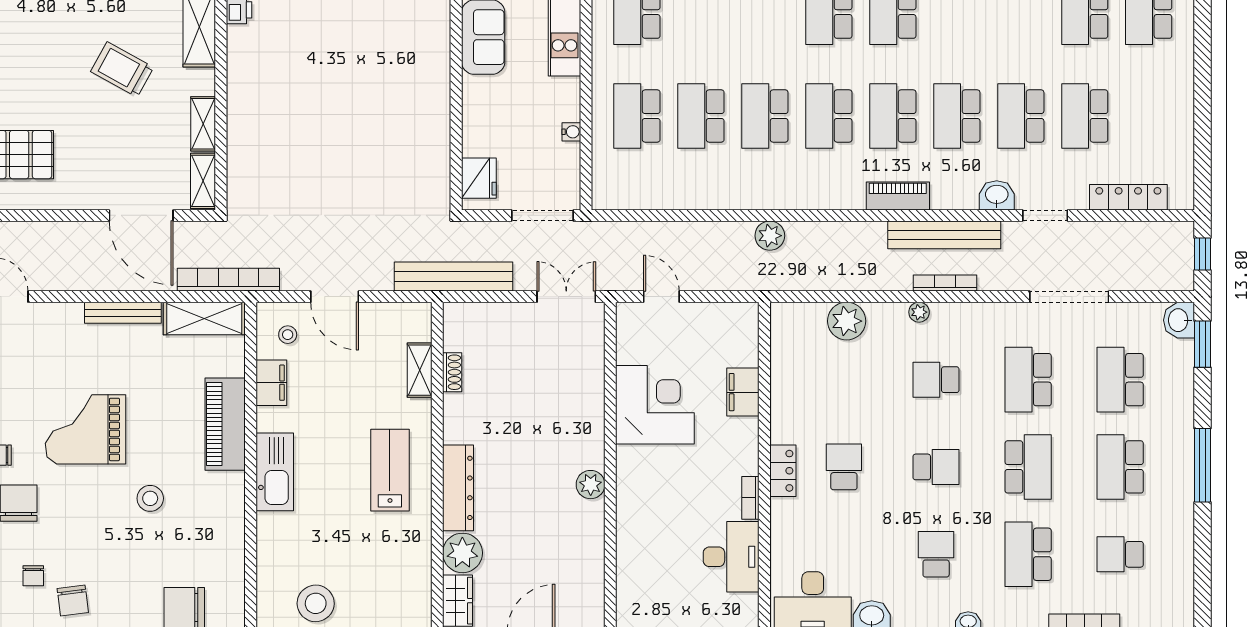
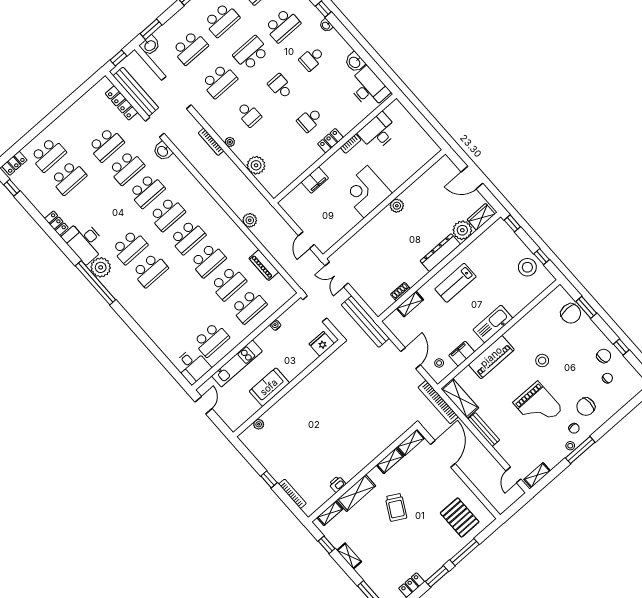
piano: (898, 196) -> (264, 265), moved
bench: (944, 235) -> (136, 92), moved
corner desk: (655, 405) -> (366, 192), moved

